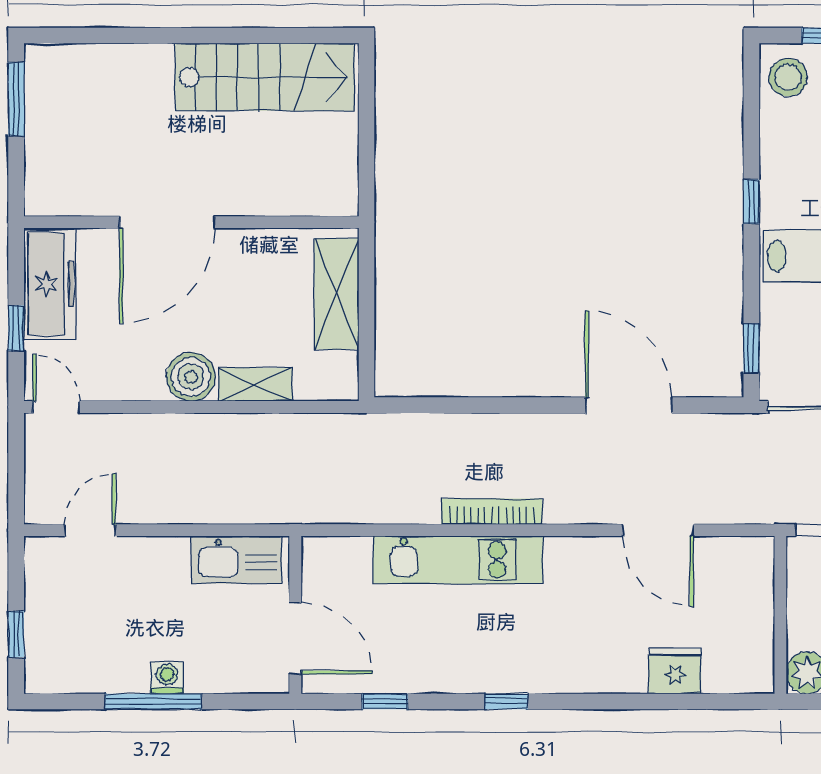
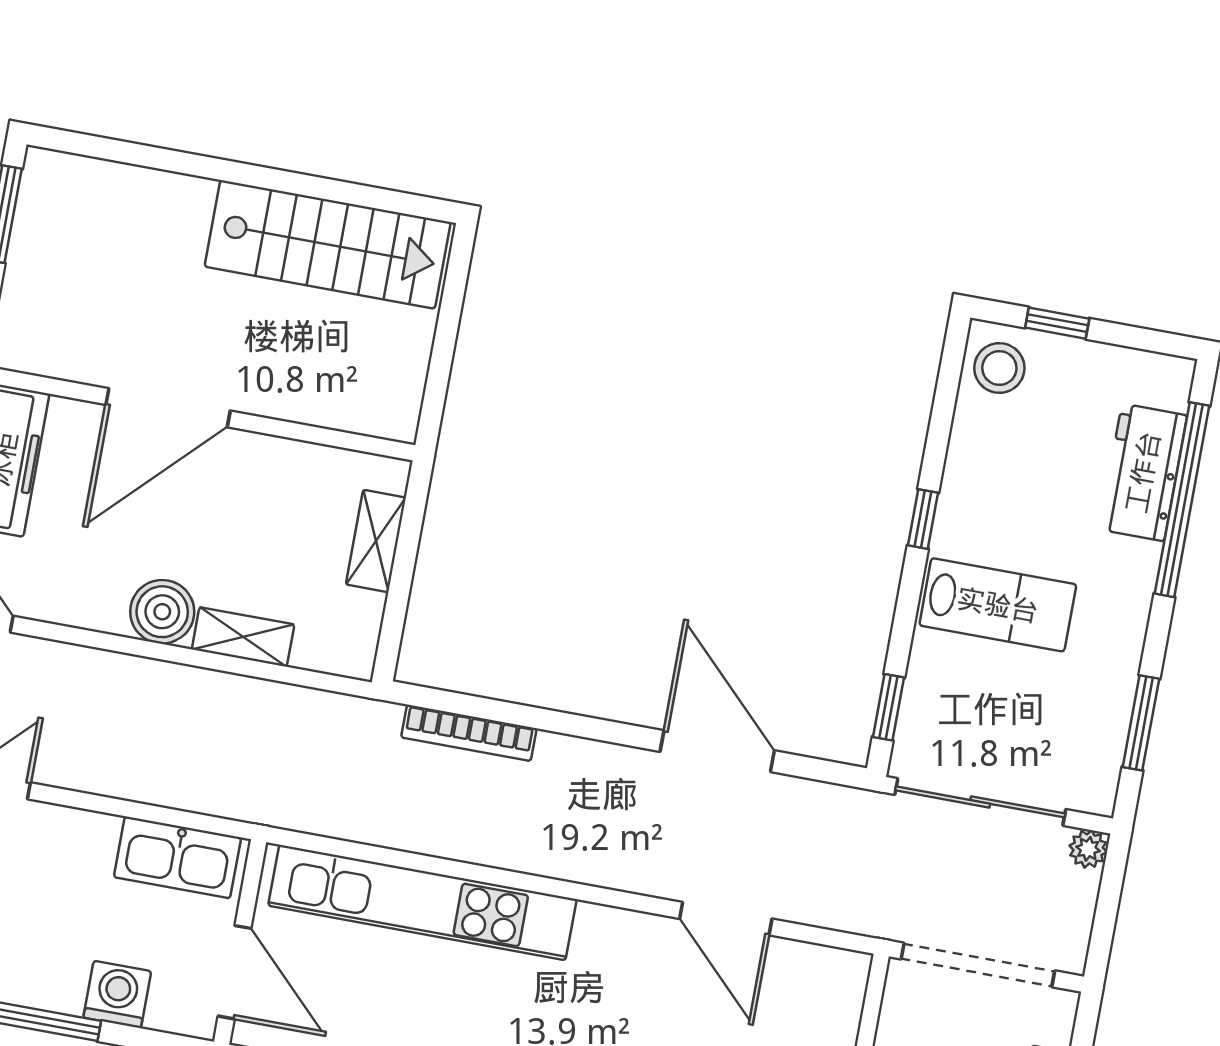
shelving: (337, 294) -> (376, 541), width x0.67, depth x0.75
bookcase: (492, 511) -> (469, 733), moved, turned 180
kitchen unit: (458, 560) -> (422, 902), width x1.36
washing machine: (167, 678) -> (117, 994), moved, width x1.38, depth x1.38

